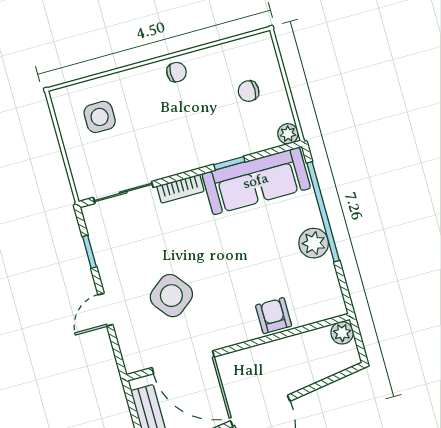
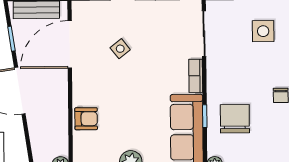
chair: (249, 91) -> (235, 119), moved, width x1.87, depth x1.87
side table: (171, 296) -> (120, 49), width x0.54, depth x0.54

